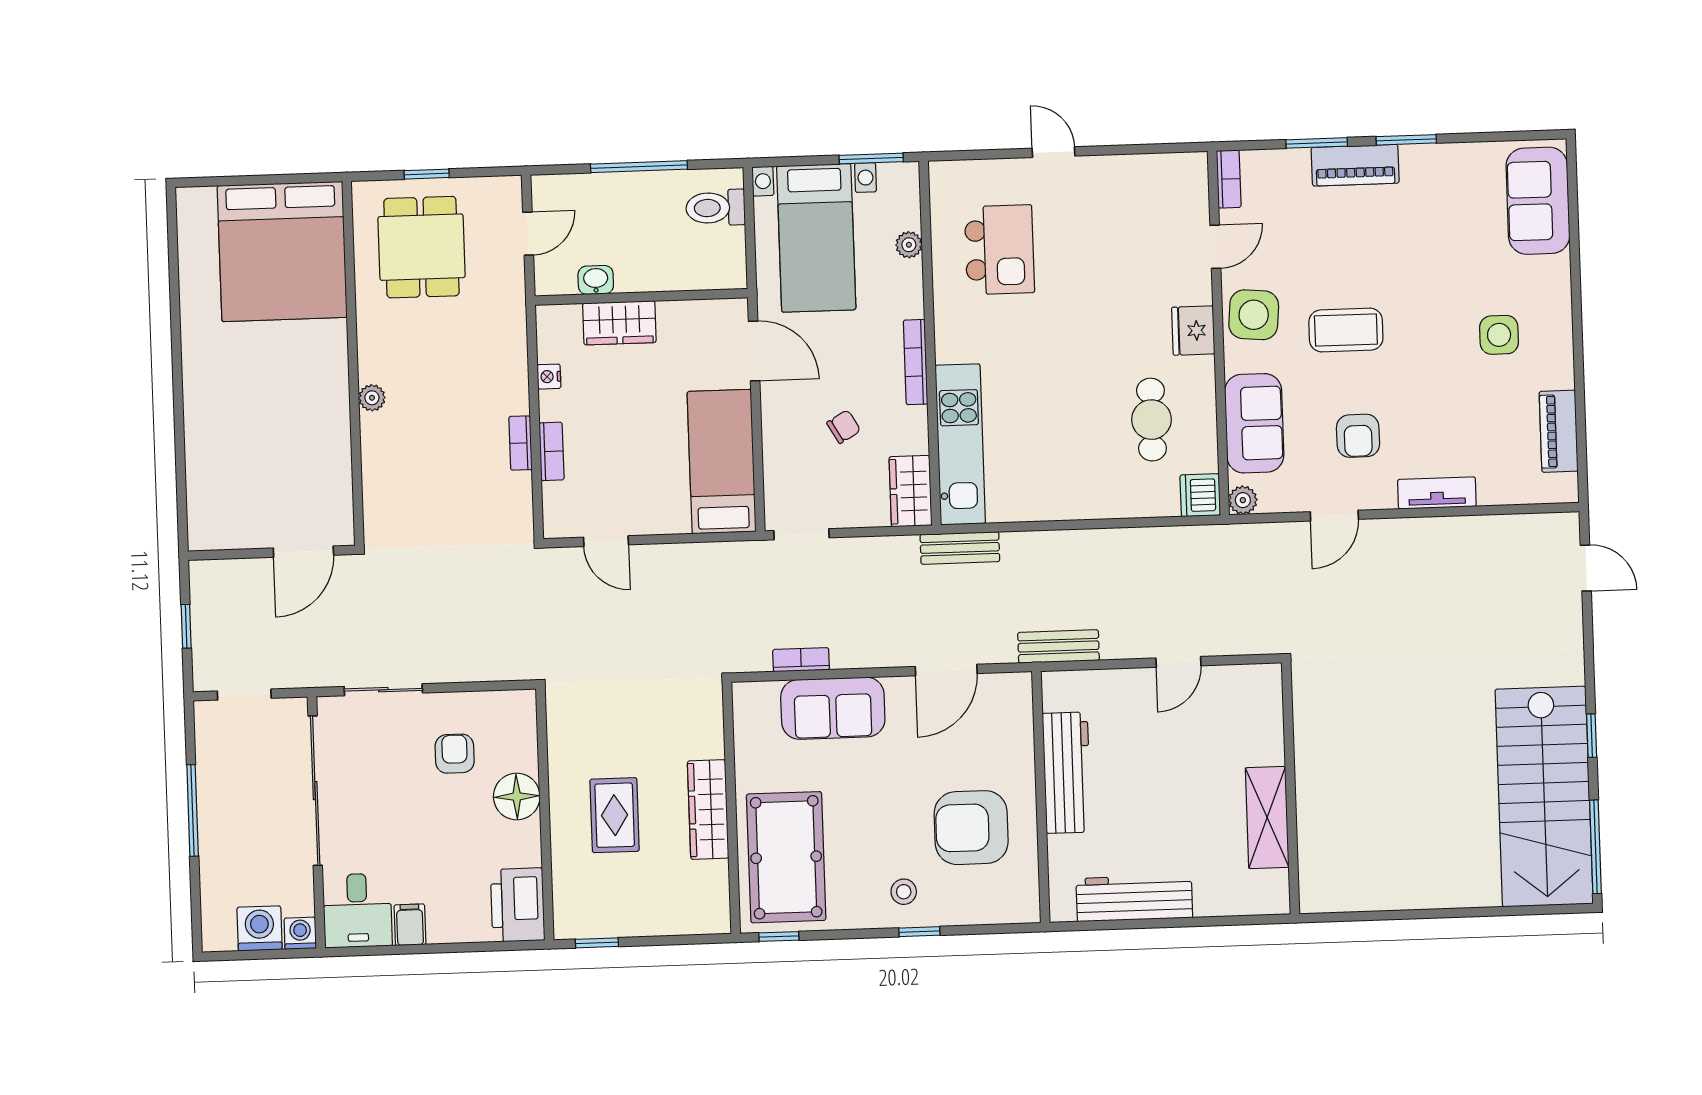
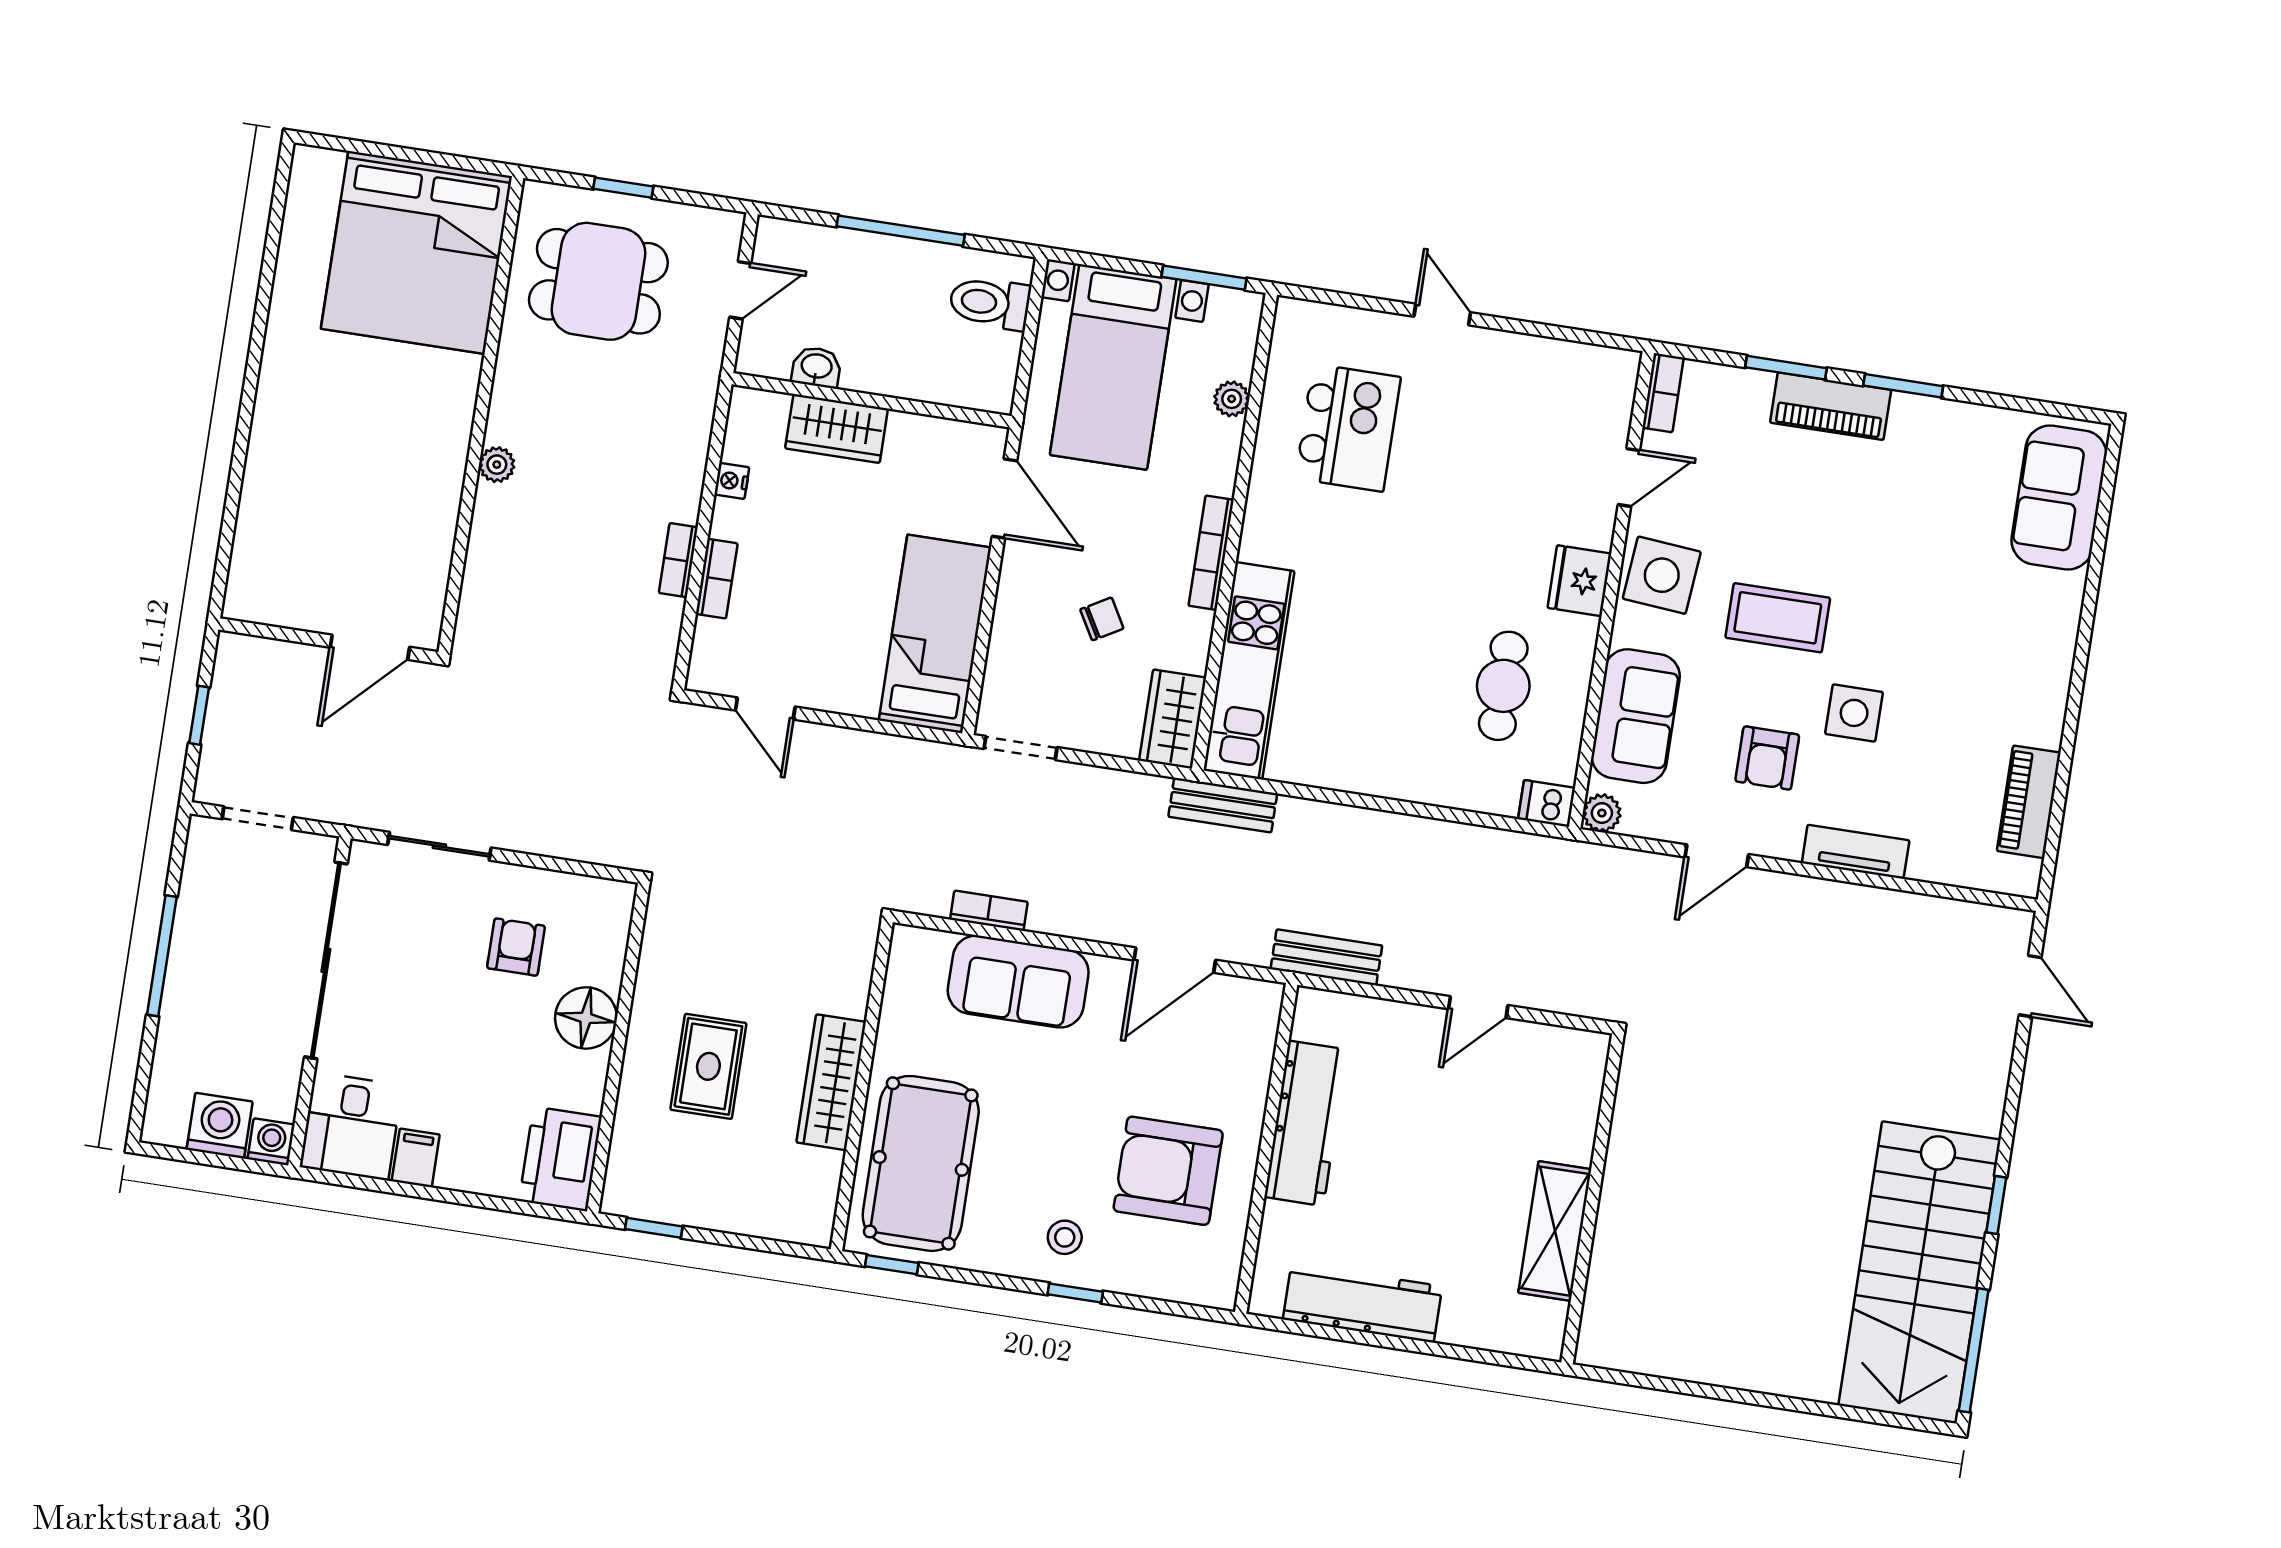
dining table: (421, 247) -> (598, 281), turned 90
side table: (1499, 335) -> (1854, 713), moved
dishwasher: (1200, 495) -> (1547, 804), width x0.73

